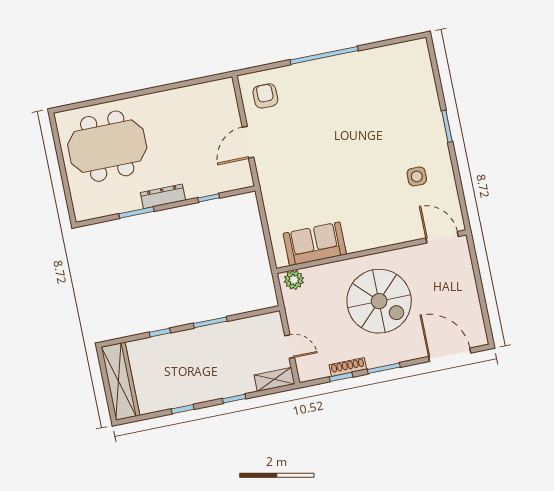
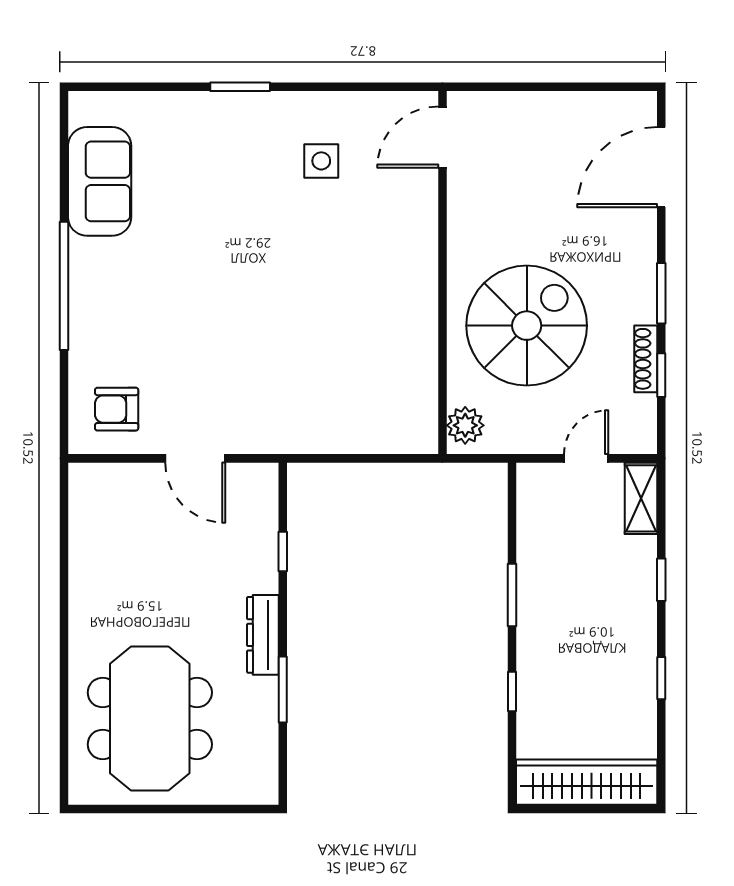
sofa: (315, 244) -> (100, 181), moved, turned 180
spiral stairs: (379, 301) -> (527, 326), moved

